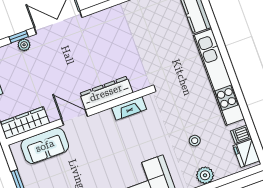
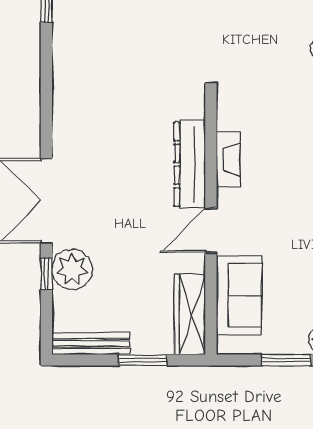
plant: (24, 45) -> (72, 269), width x1.88, depth x1.88
fireplace: (129, 108) -> (228, 159), moved

